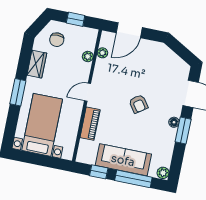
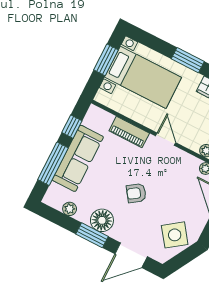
side table: (164, 63) -> (175, 235), added
floor lamp: (174, 122) -> (102, 220), width x1.89, depth x1.89
window: (36, 159) -> (106, 60), added
plant: (163, 173) -> (70, 209), moved

